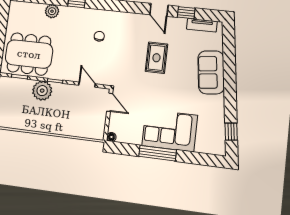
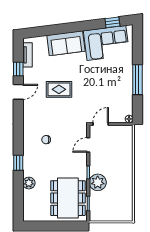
corner sofa: (170, 130) -> (106, 43), moved, turned -97

